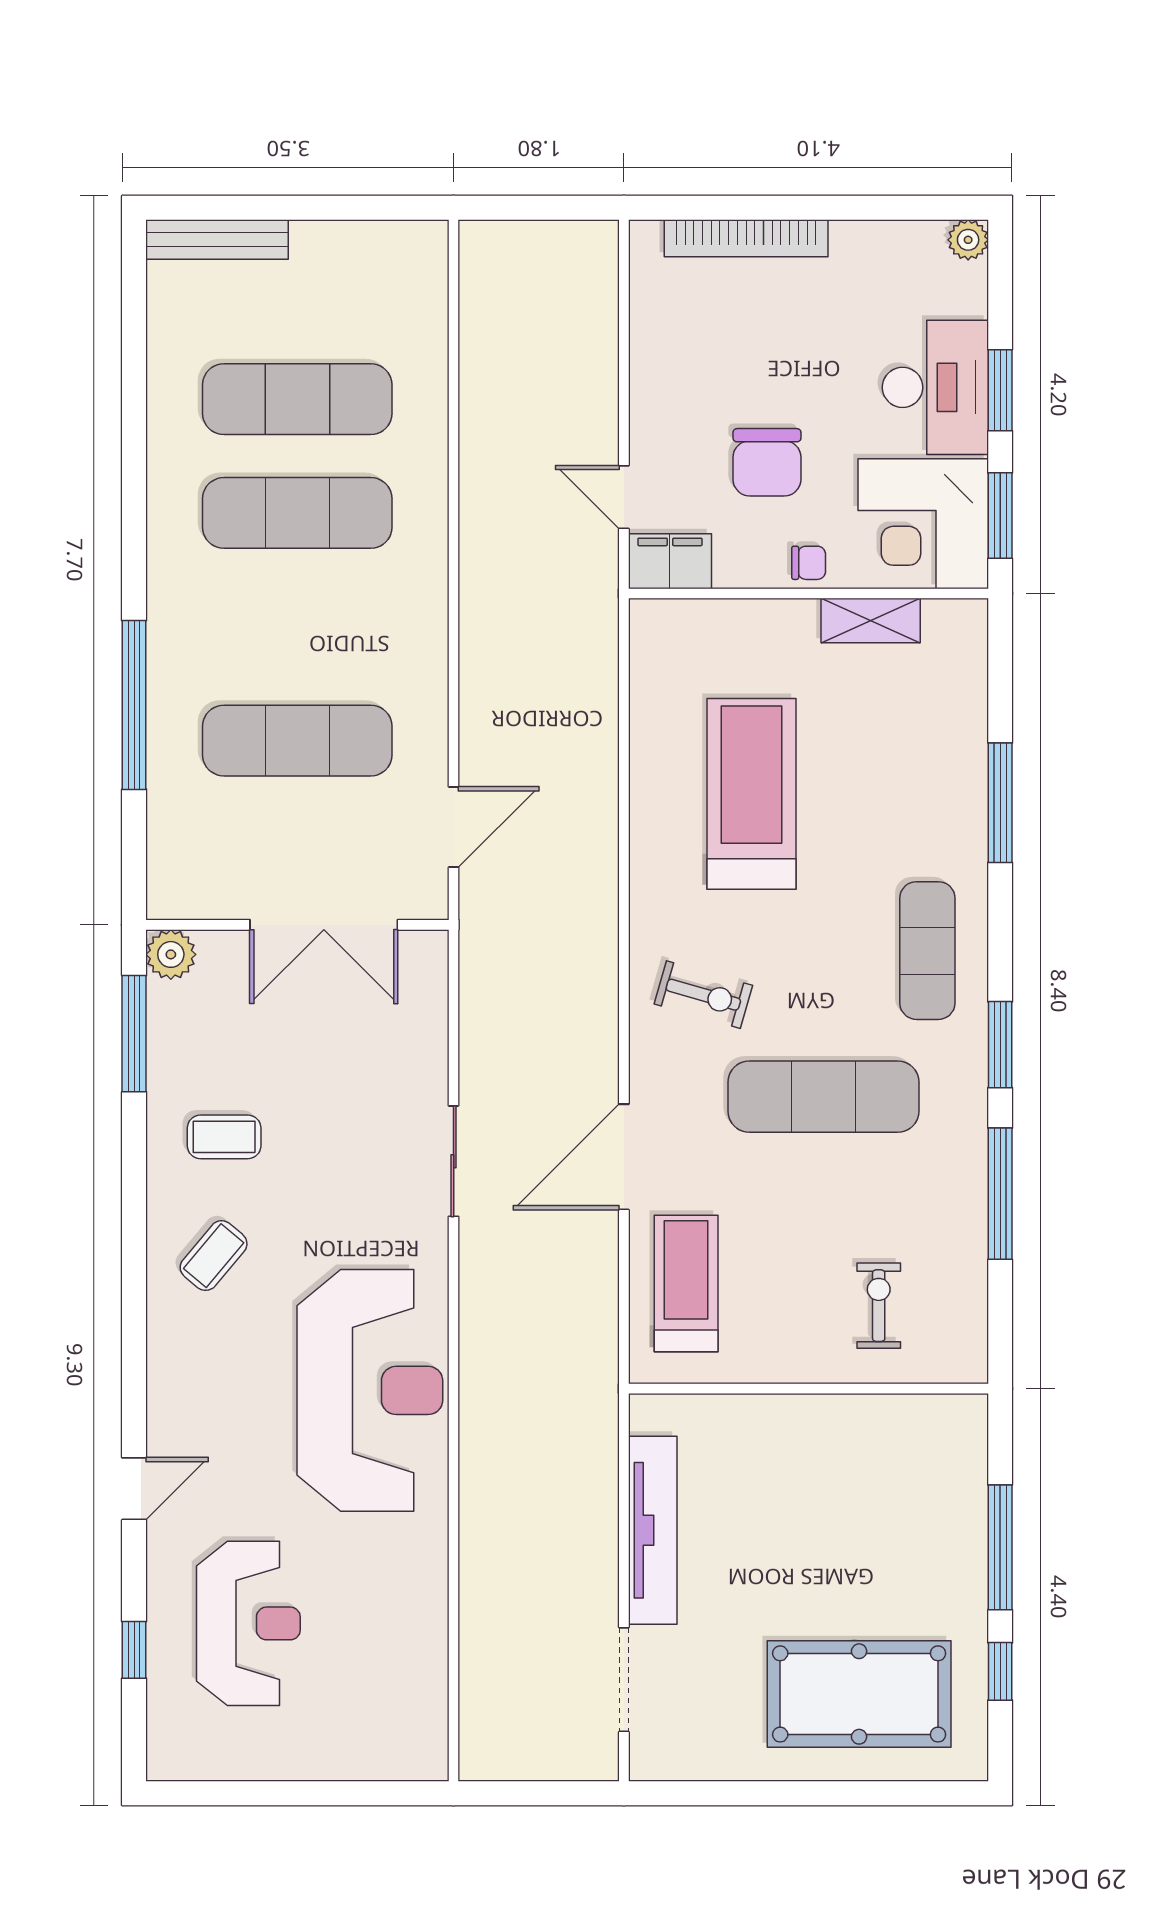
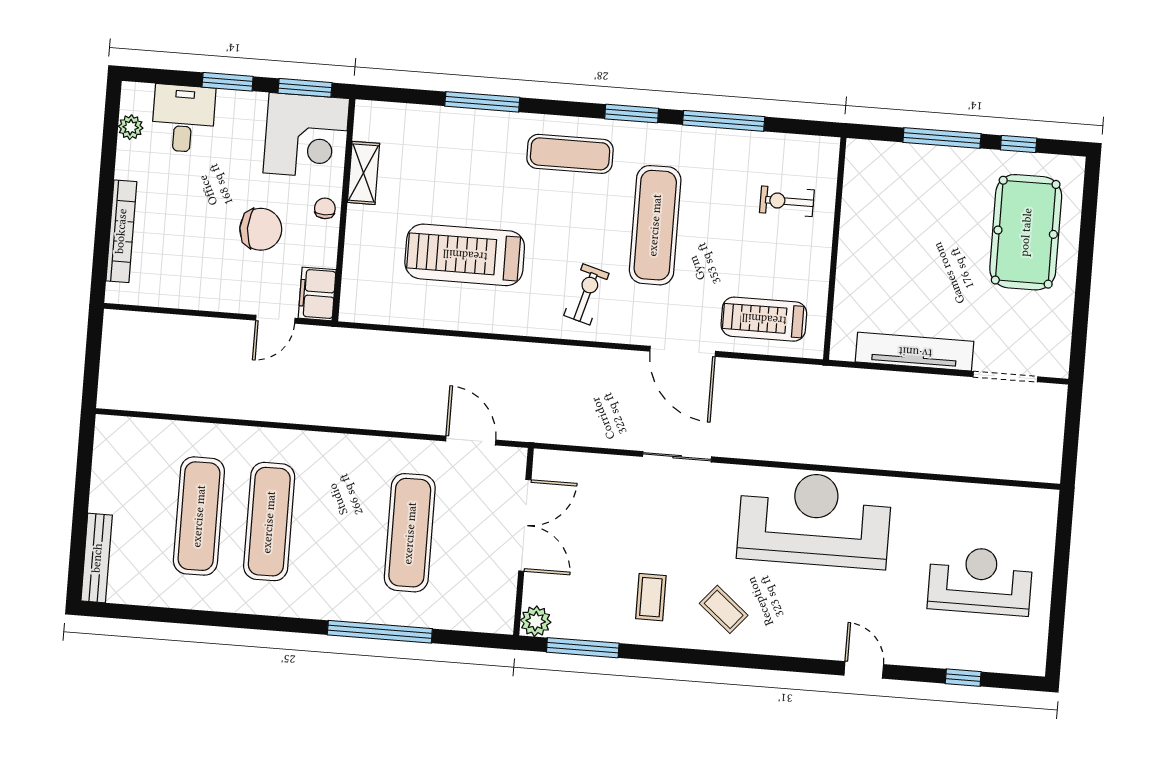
plant: (968, 240) -> (131, 127), moved
desk: (935, 387) -> (183, 119), moved, width x0.73
reception desk: (248, 1623) -> (980, 581), moved

